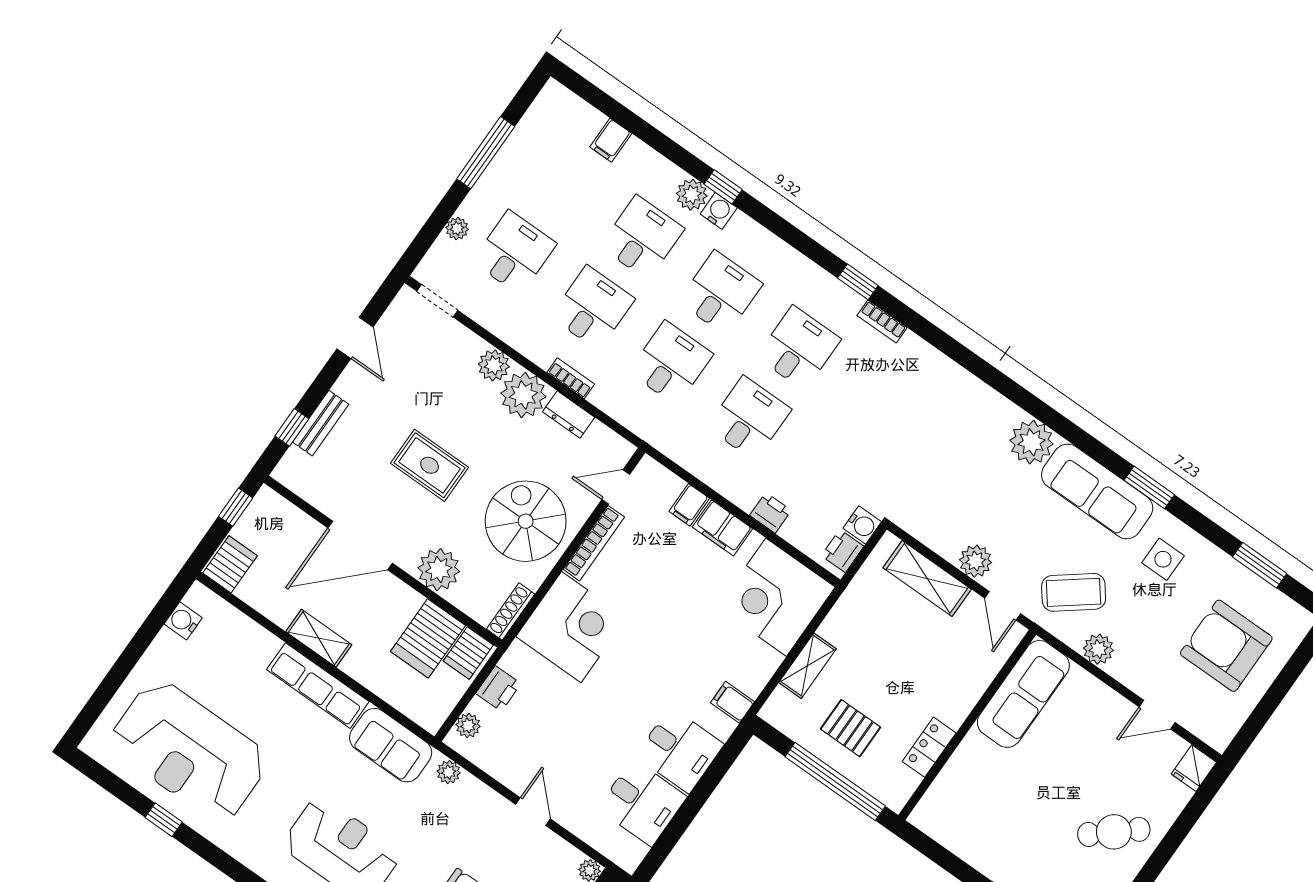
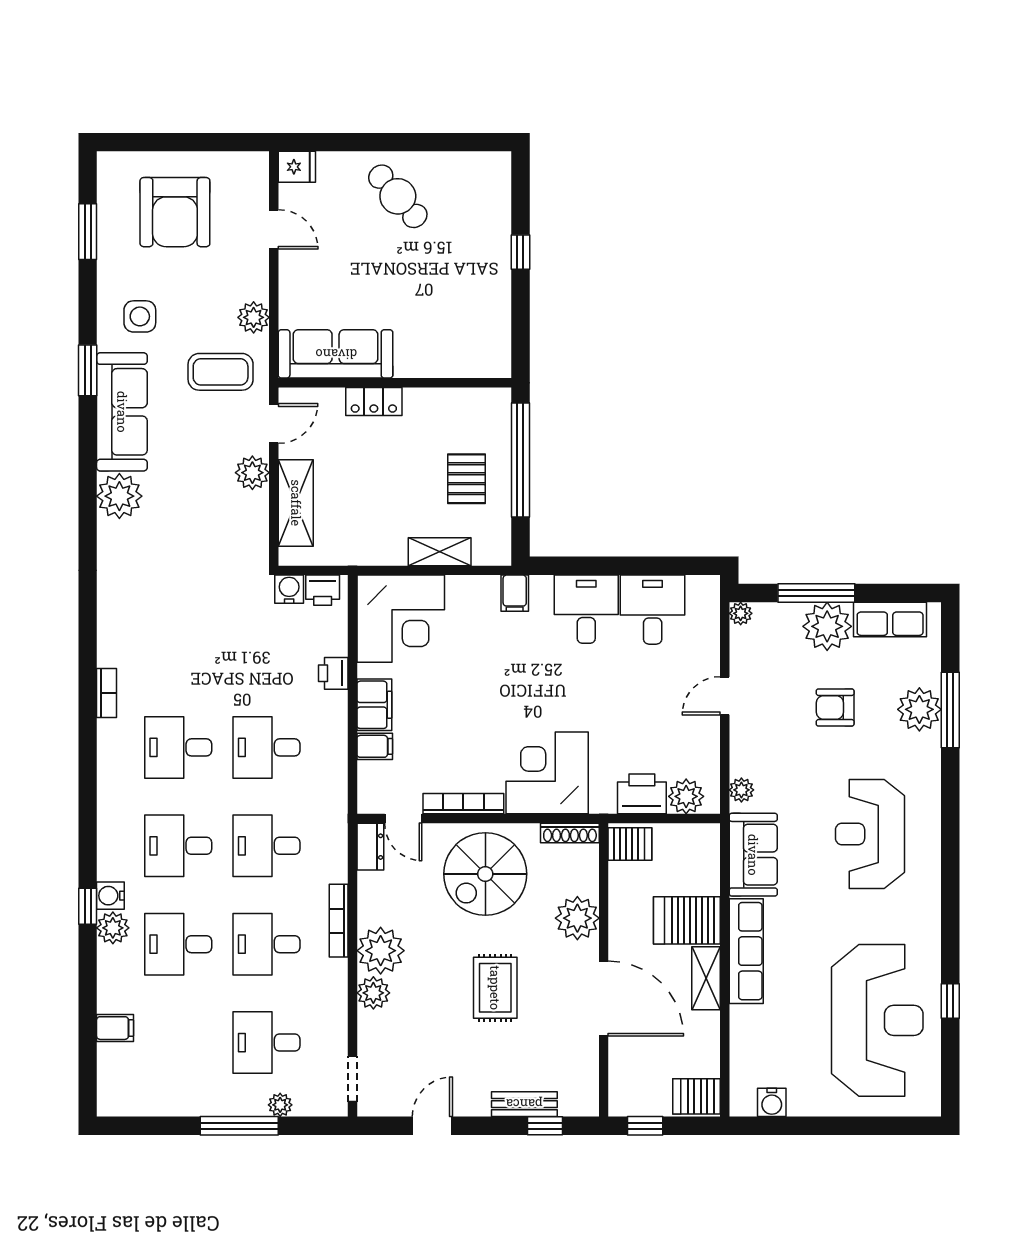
window: (486, 153) -> (239, 1126), moved
window: (858, 282) -> (88, 737), removed
bookcase: (571, 378) -> (339, 921), width x1.56
dresser: (569, 414) -> (370, 847), moved
coffee table: (1074, 592) -> (221, 372), turned -52
server rack: (428, 638) -> (687, 920), moved, turned 180
printer: (498, 689) -> (642, 794), width x1.36, depth x1.24
plant: (468, 726) -> (686, 796), width x1.38, depth x1.38
locker: (929, 747) -> (374, 401), moved

